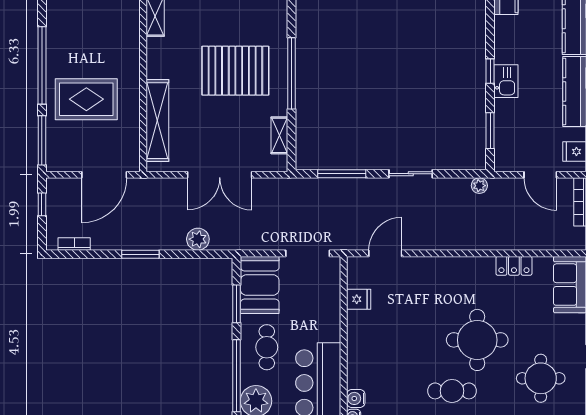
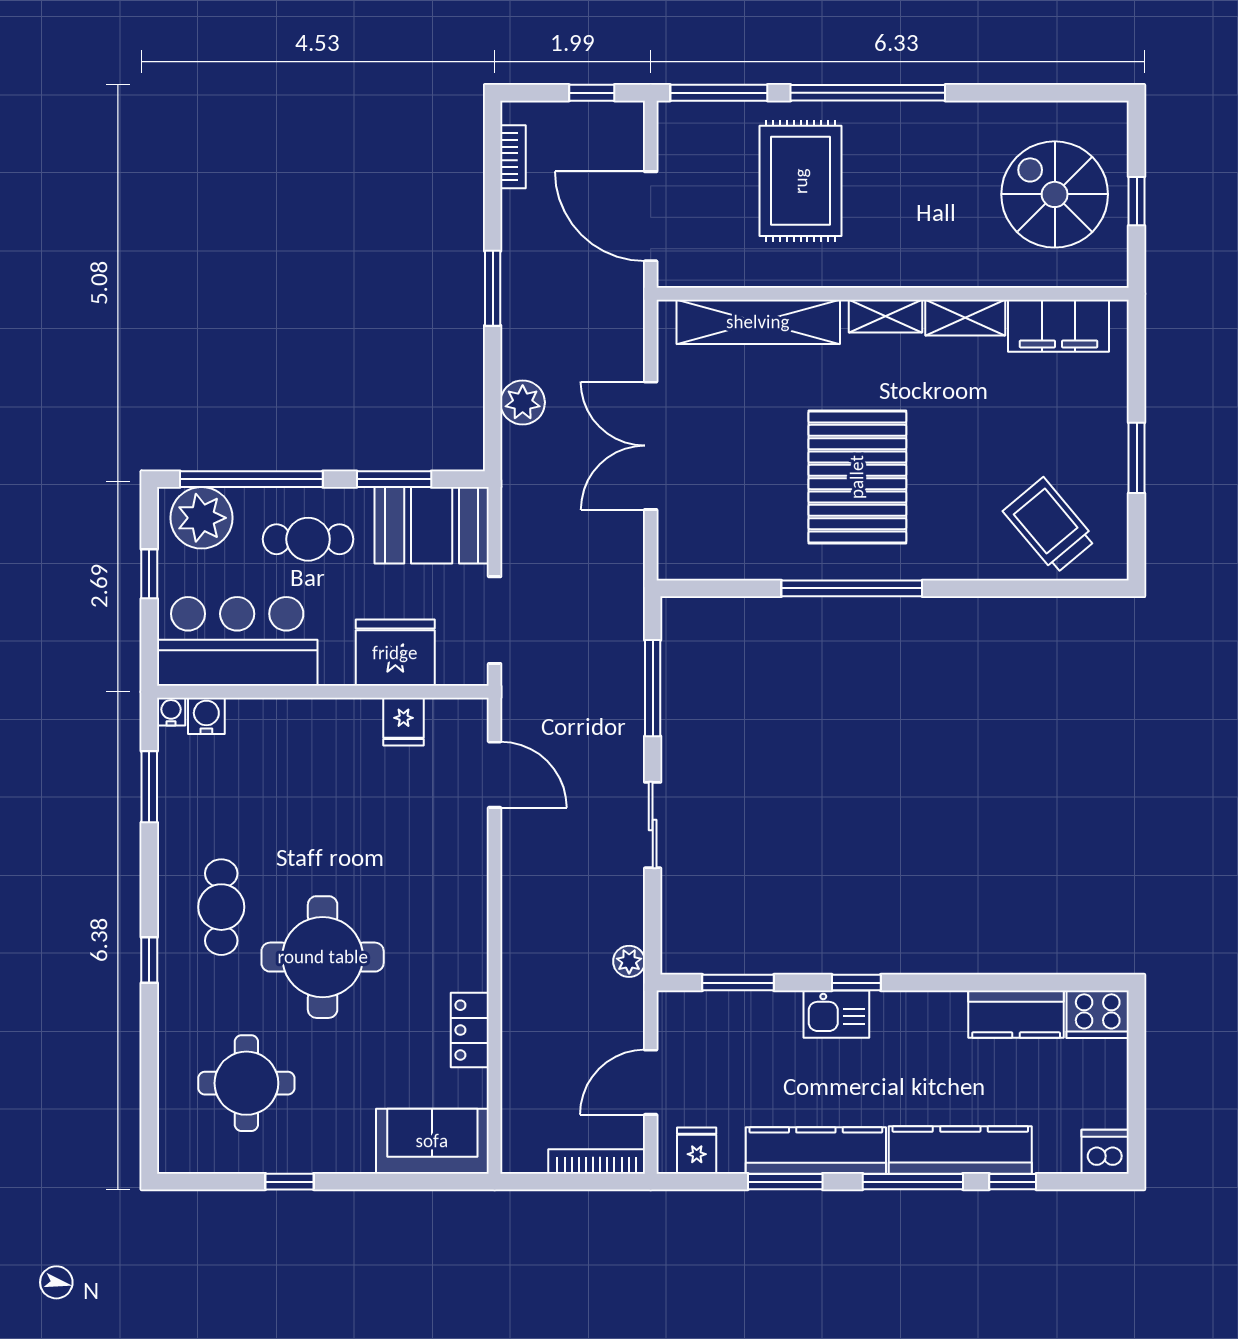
shelving: (279, 135) -> (886, 316), moved
fridge: (324, 303) -> (395, 653), added

